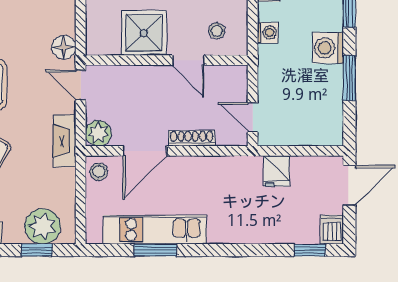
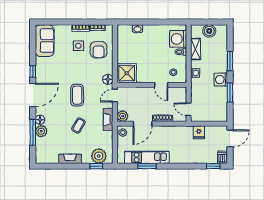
shower: (144, 33) -> (127, 73), moved
door: (81, 85) -> (115, 95), hinge flipped

